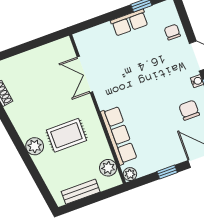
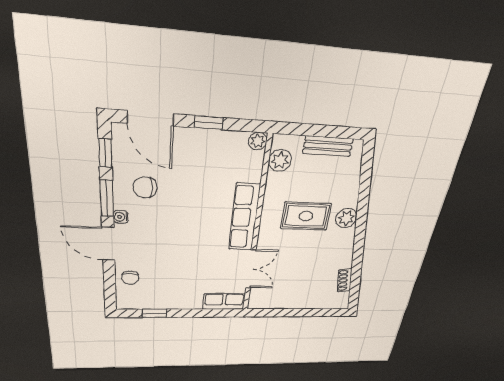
row of seats: (129, 22) -> (224, 301), moved
chair: (189, 110) -> (145, 187), turned 90
row of seats: (119, 135) -> (244, 217), moved

